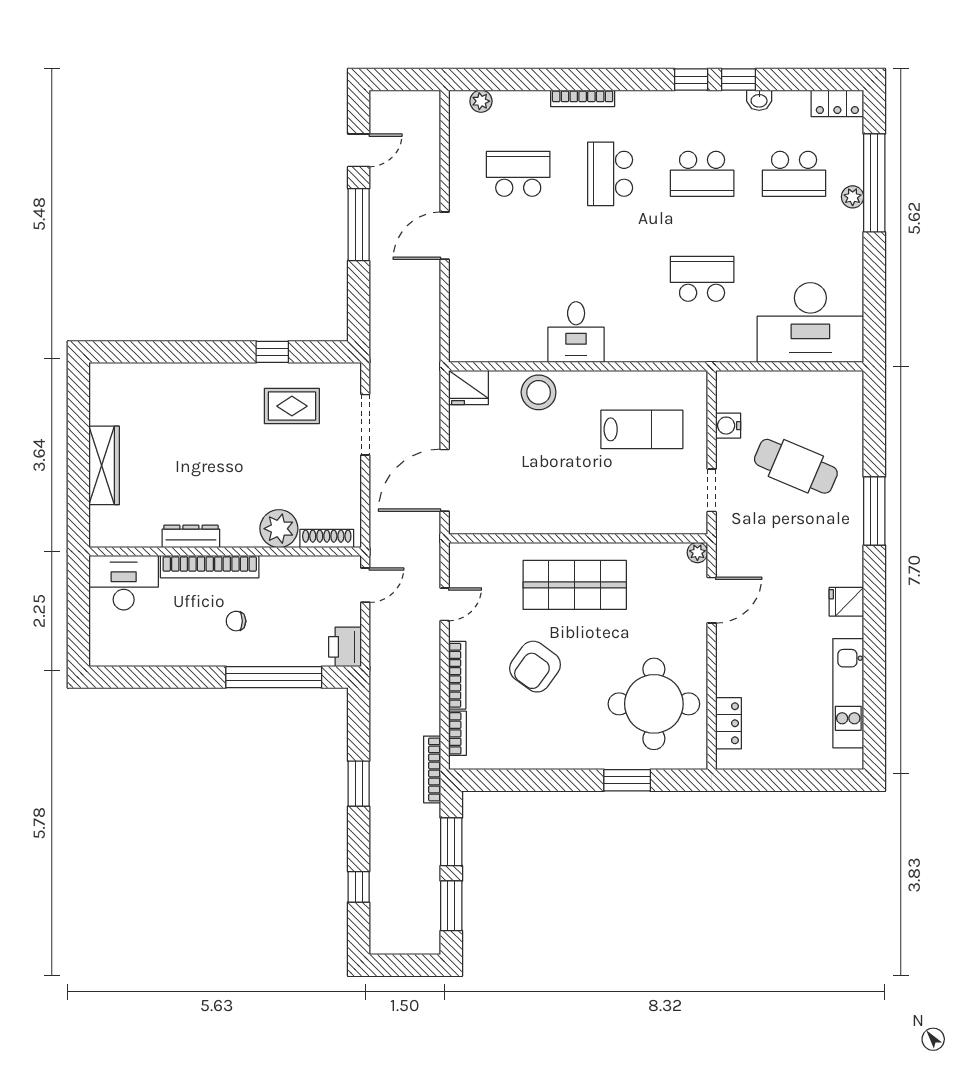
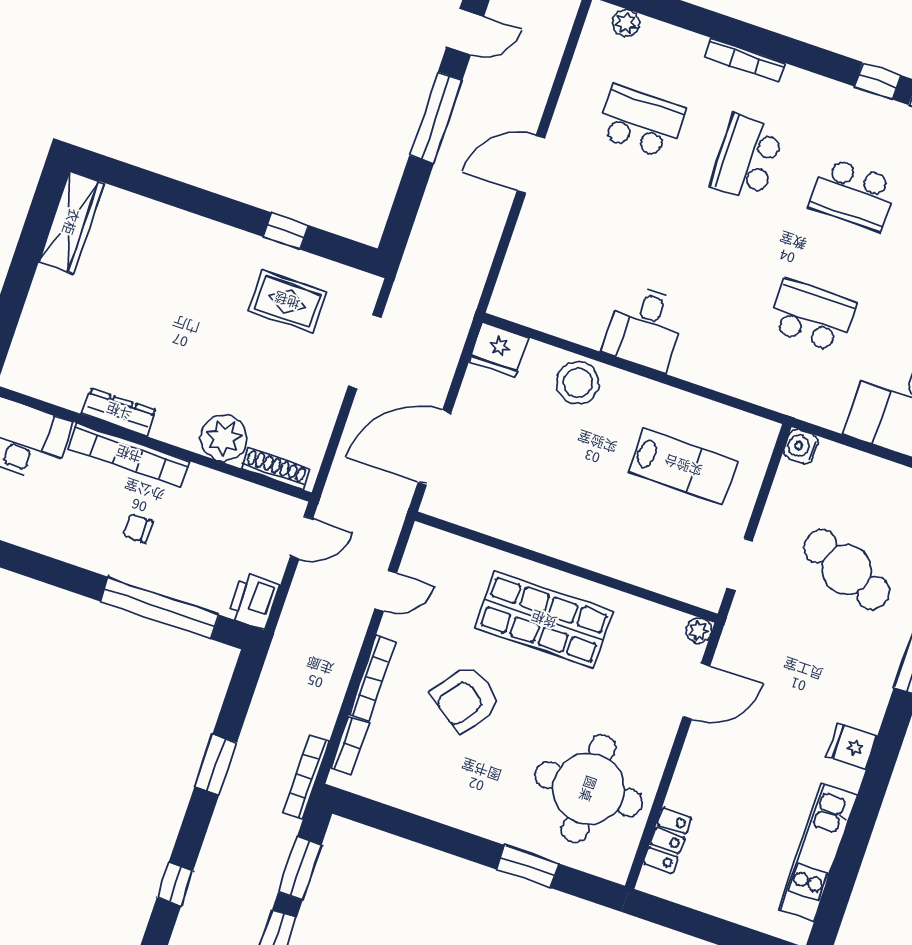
water cooler: (728, 426) -> (801, 447), moved
wardrobe: (104, 465) -> (72, 222), moved

